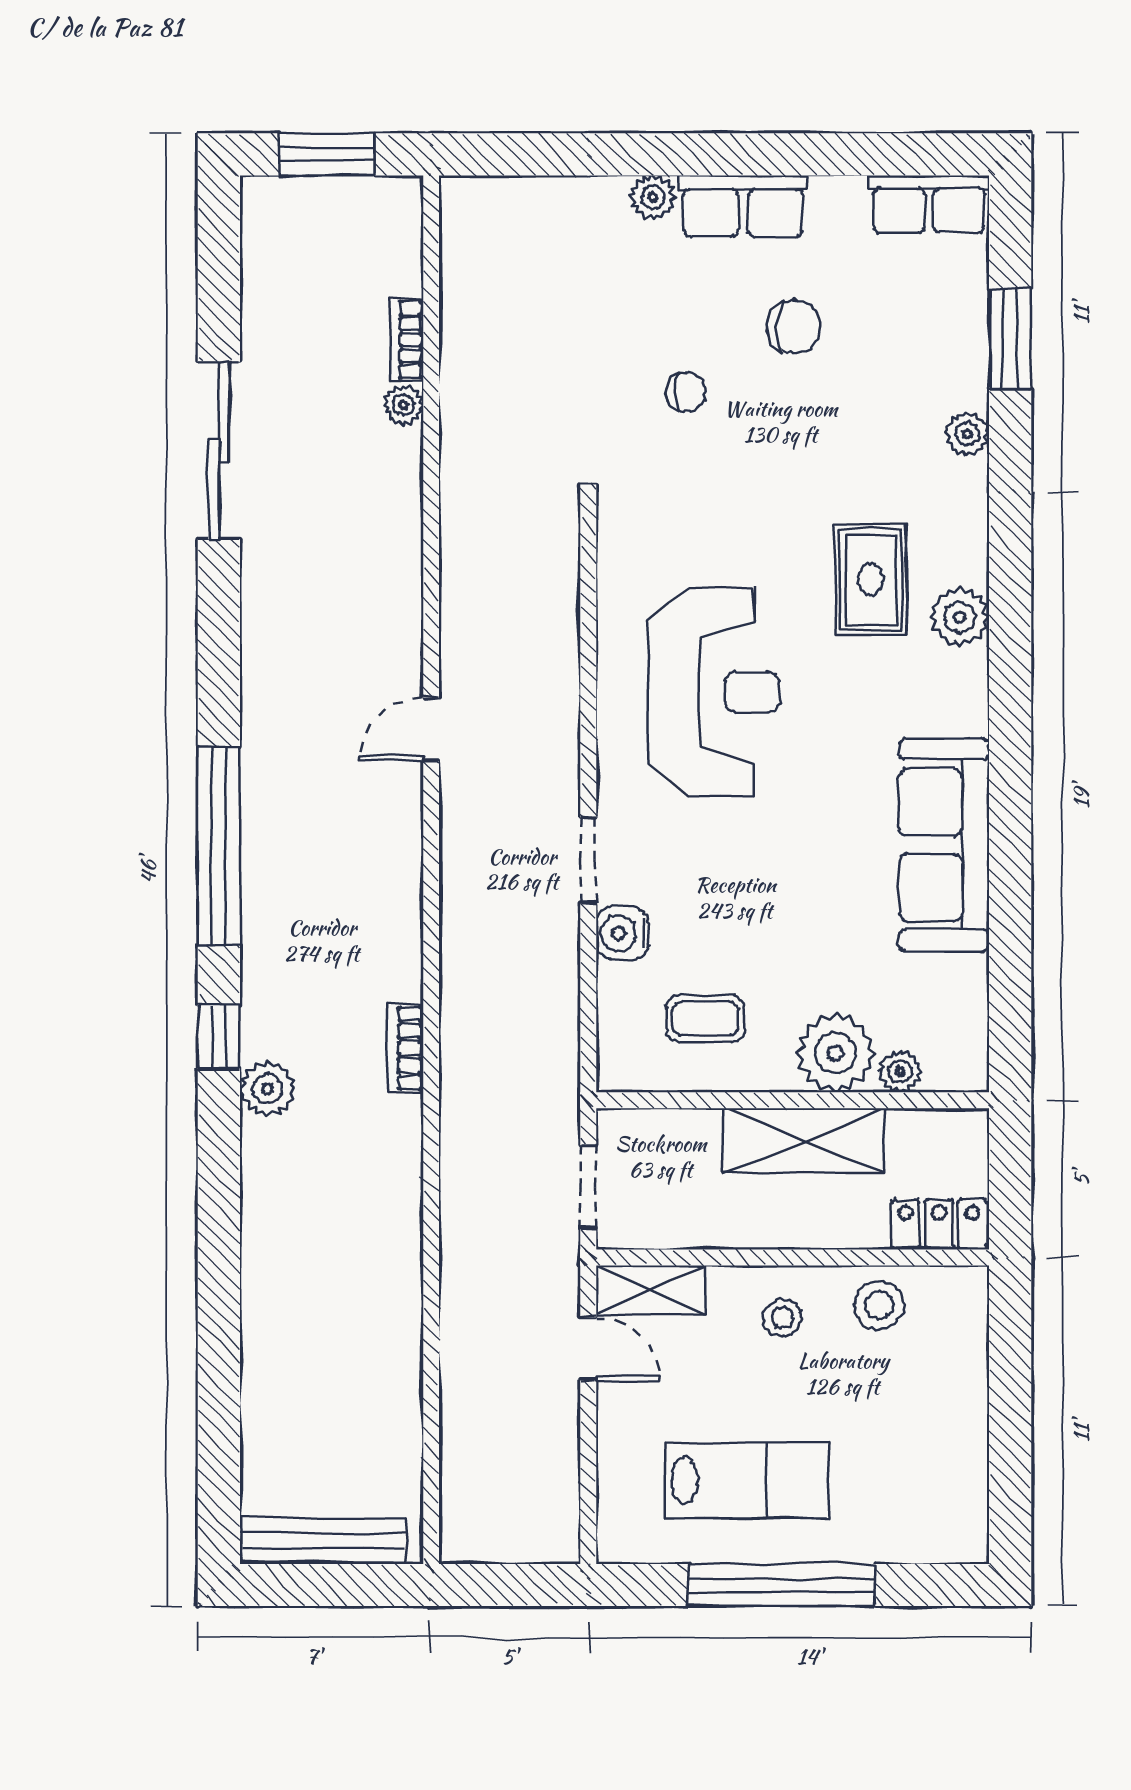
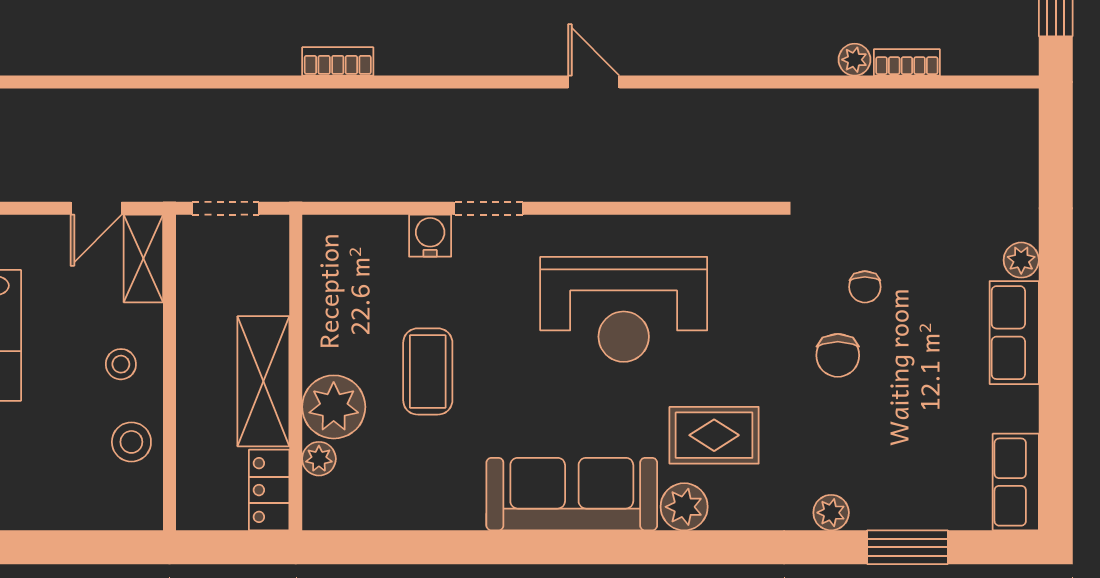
chair: (794, 327) -> (838, 355), moved
sofa: (944, 845) -> (572, 494), moved
coffee table: (705, 1019) -> (428, 371), moved, width x1.36, depth x1.30
locker: (939, 1224) -> (269, 490), moved, turned 180

